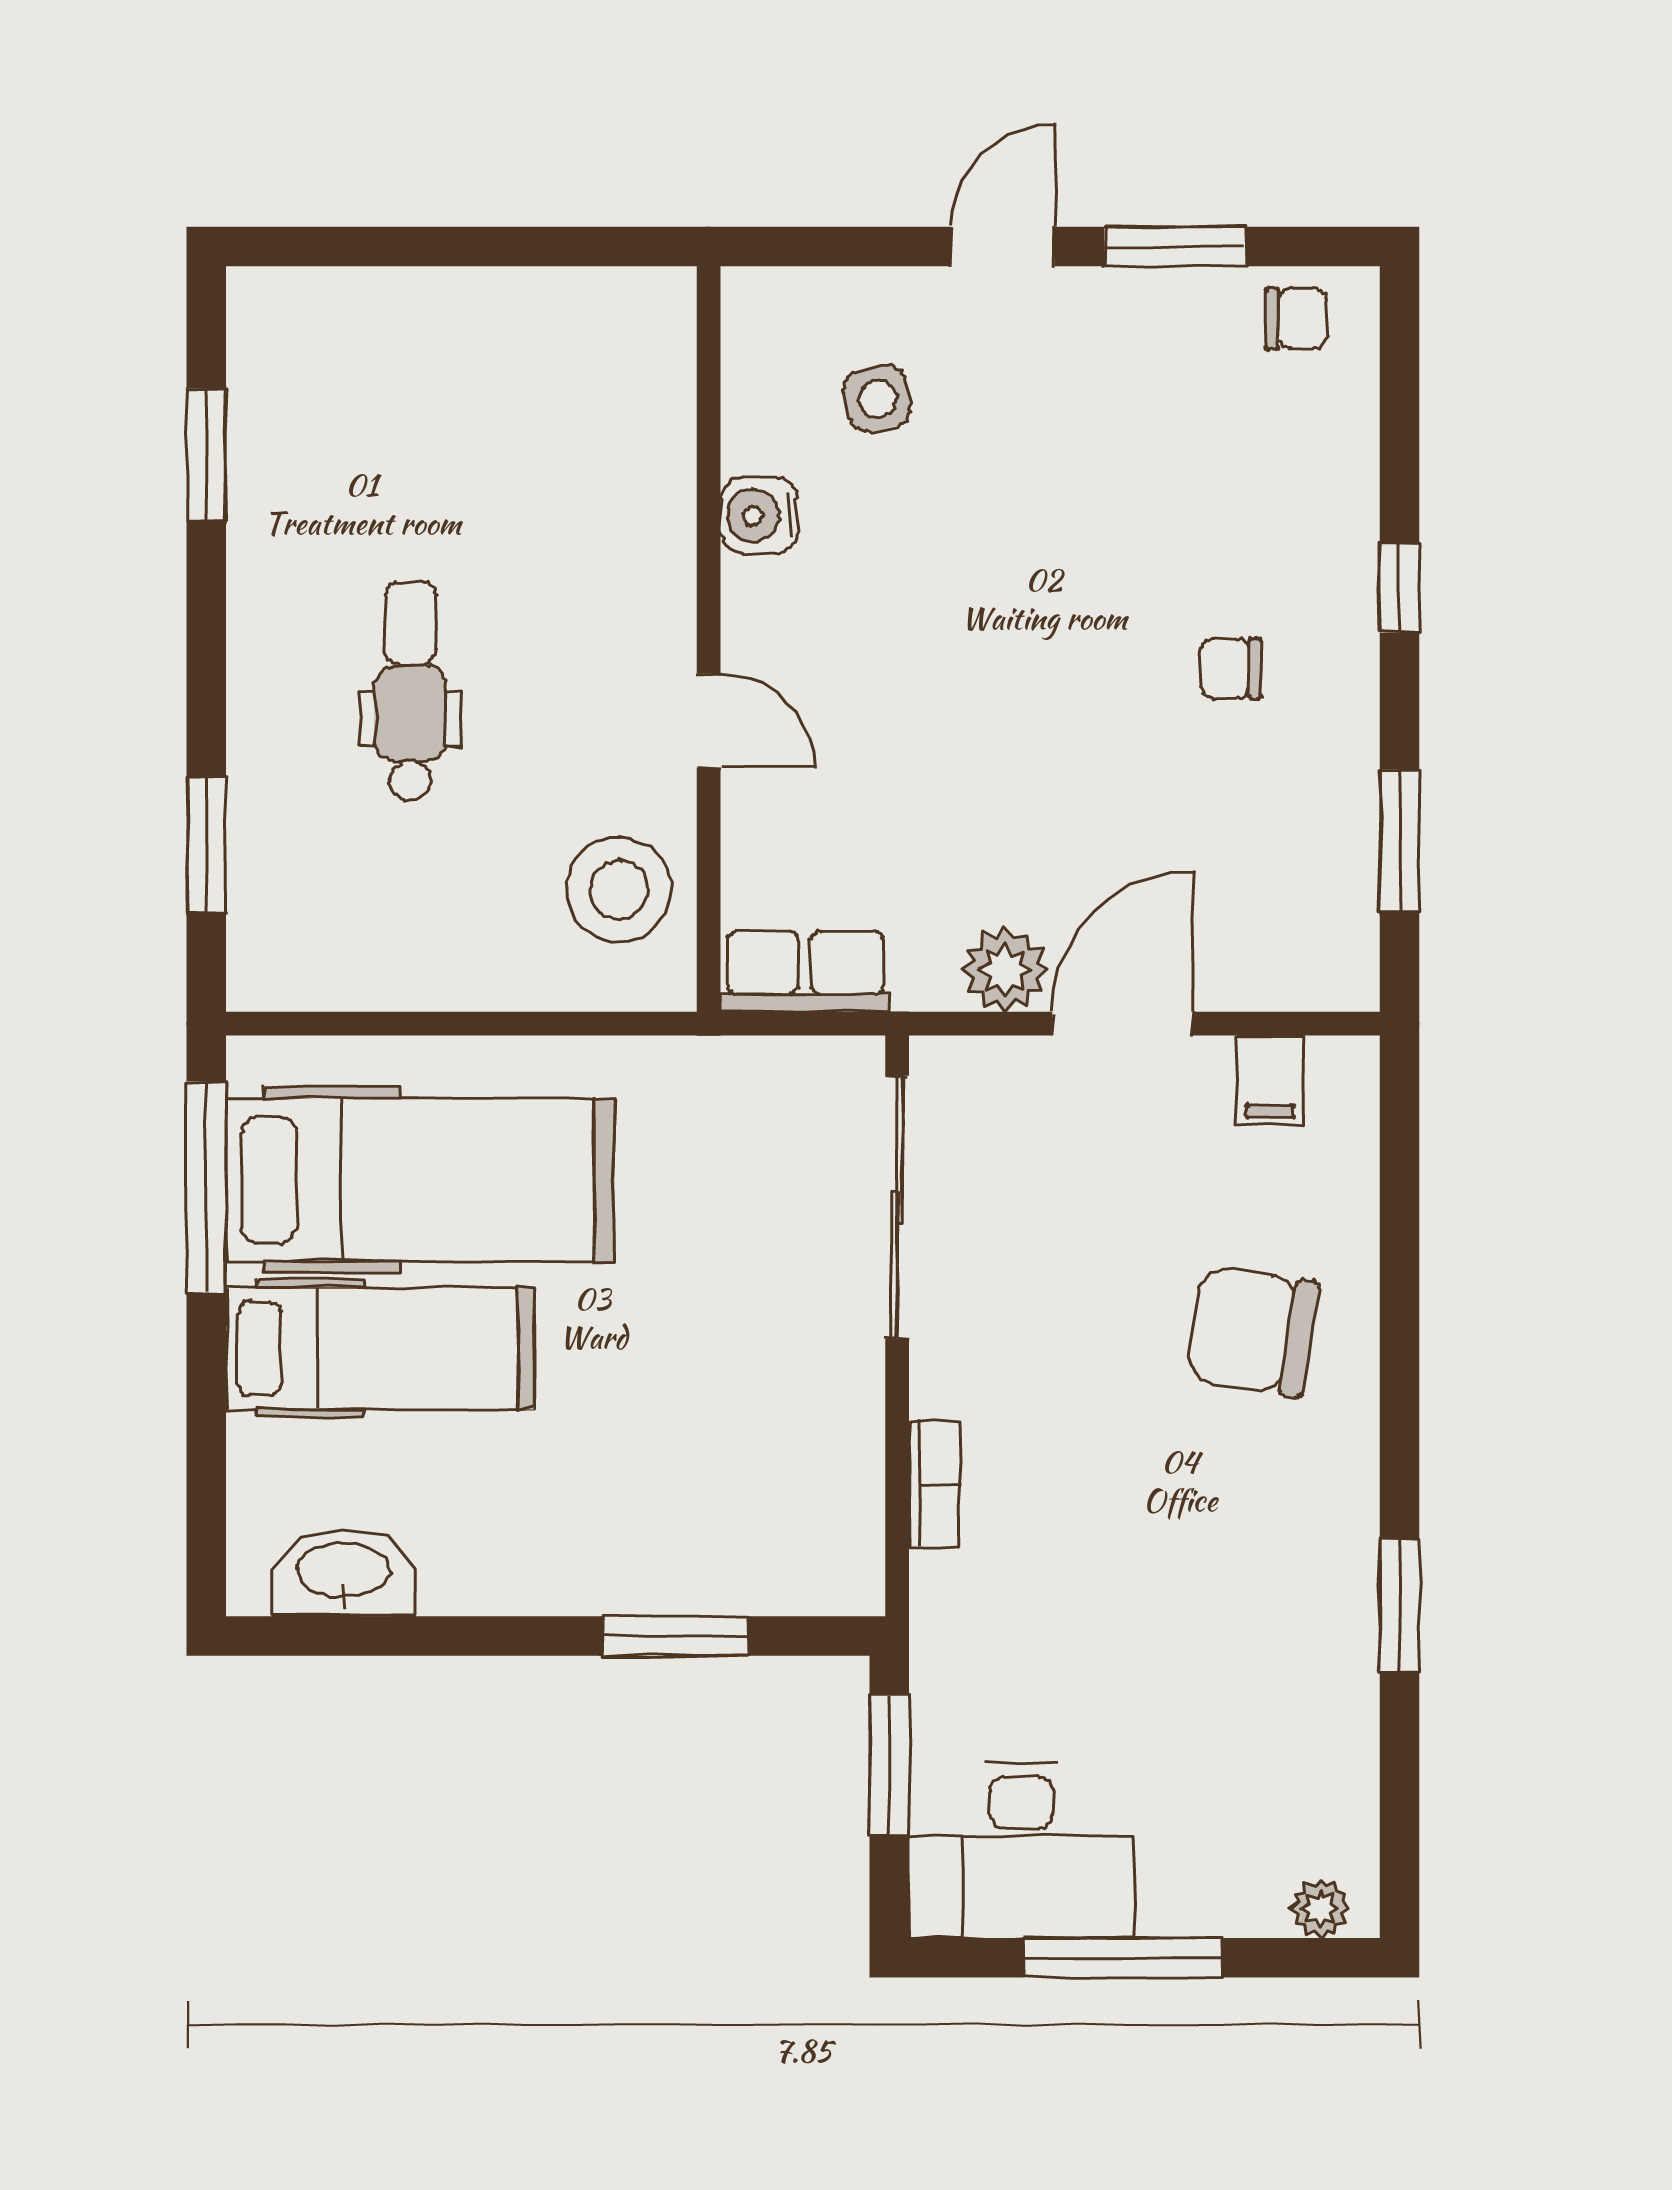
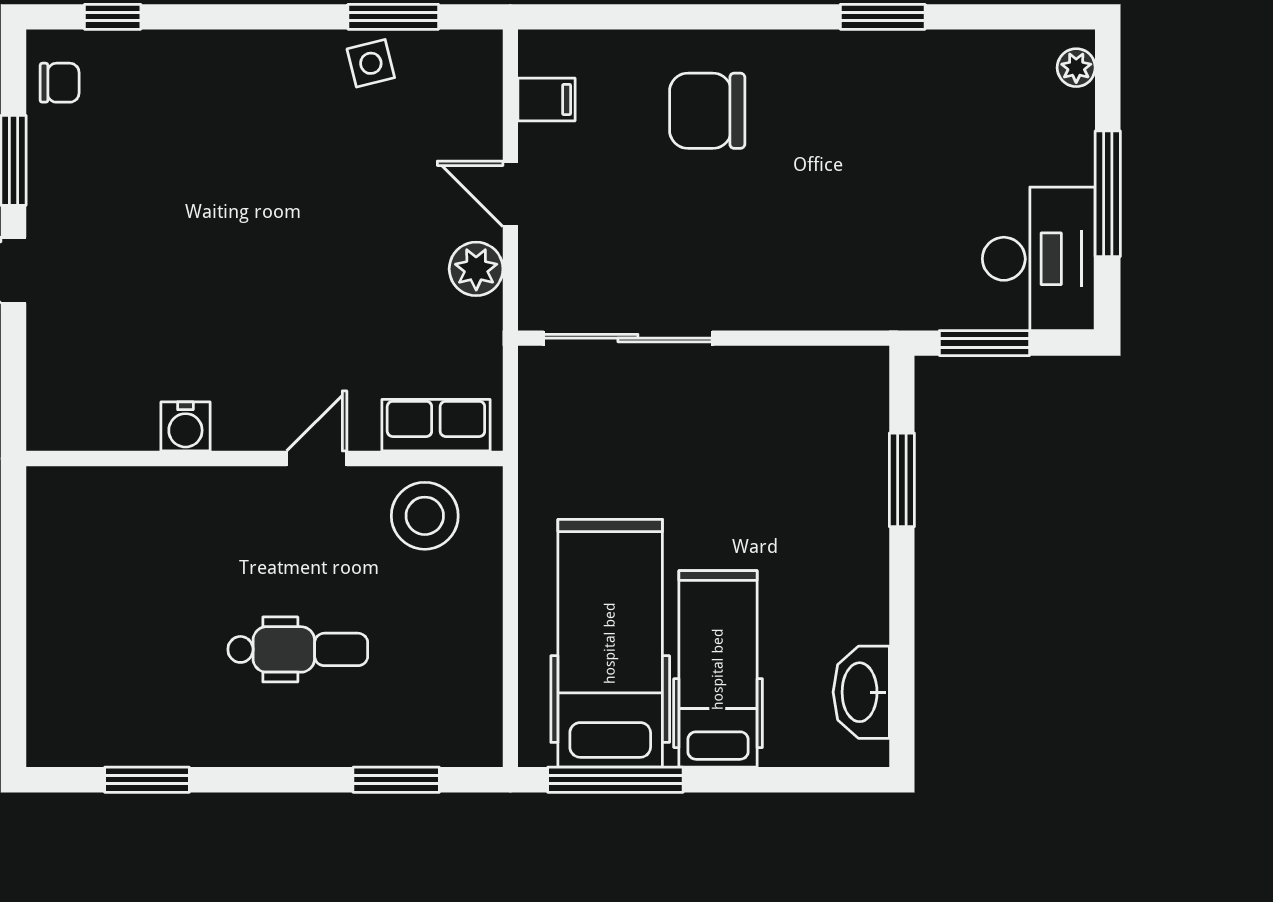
chair: (1296, 319) -> (60, 83), turned 90
side table: (877, 399) -> (371, 63), moved
window: (1399, 588) -> (113, 17), moved
chair: (1231, 669) -> (283, 125), removed
dental chair: (410, 691) -> (298, 649), turned 180
row of seats: (805, 971) -> (436, 425), moved, turned 90
door: (1123, 1024) -> (510, 194), width x0.73
chair: (1253, 1331) -> (707, 111), turned 81
bookcase: (934, 1484) -> (805, 314), removed

